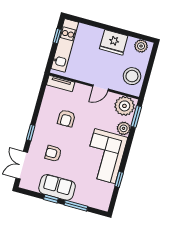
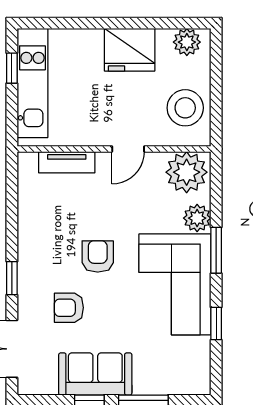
tv unit: (61, 84) -> (67, 162), moved
window: (136, 116) -> (216, 250), moved
armchair: (66, 118) -> (98, 256), moved, turned 180

